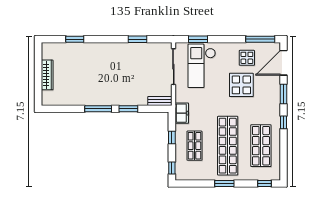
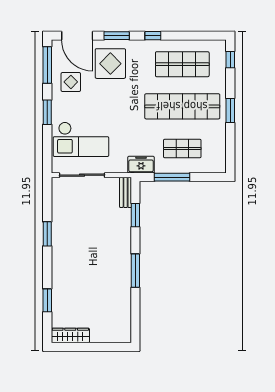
window: (137, 39) -> (47, 234), moved
window: (198, 39) -> (47, 112), moved
wardrobe: (47, 75) -> (70, 335), moved
display table: (241, 85) -> (110, 64), moved
window: (128, 109) -> (135, 215), moved
window: (172, 138) -> (172, 177), width x2.17
window: (172, 168) -> (211, 177), removed

